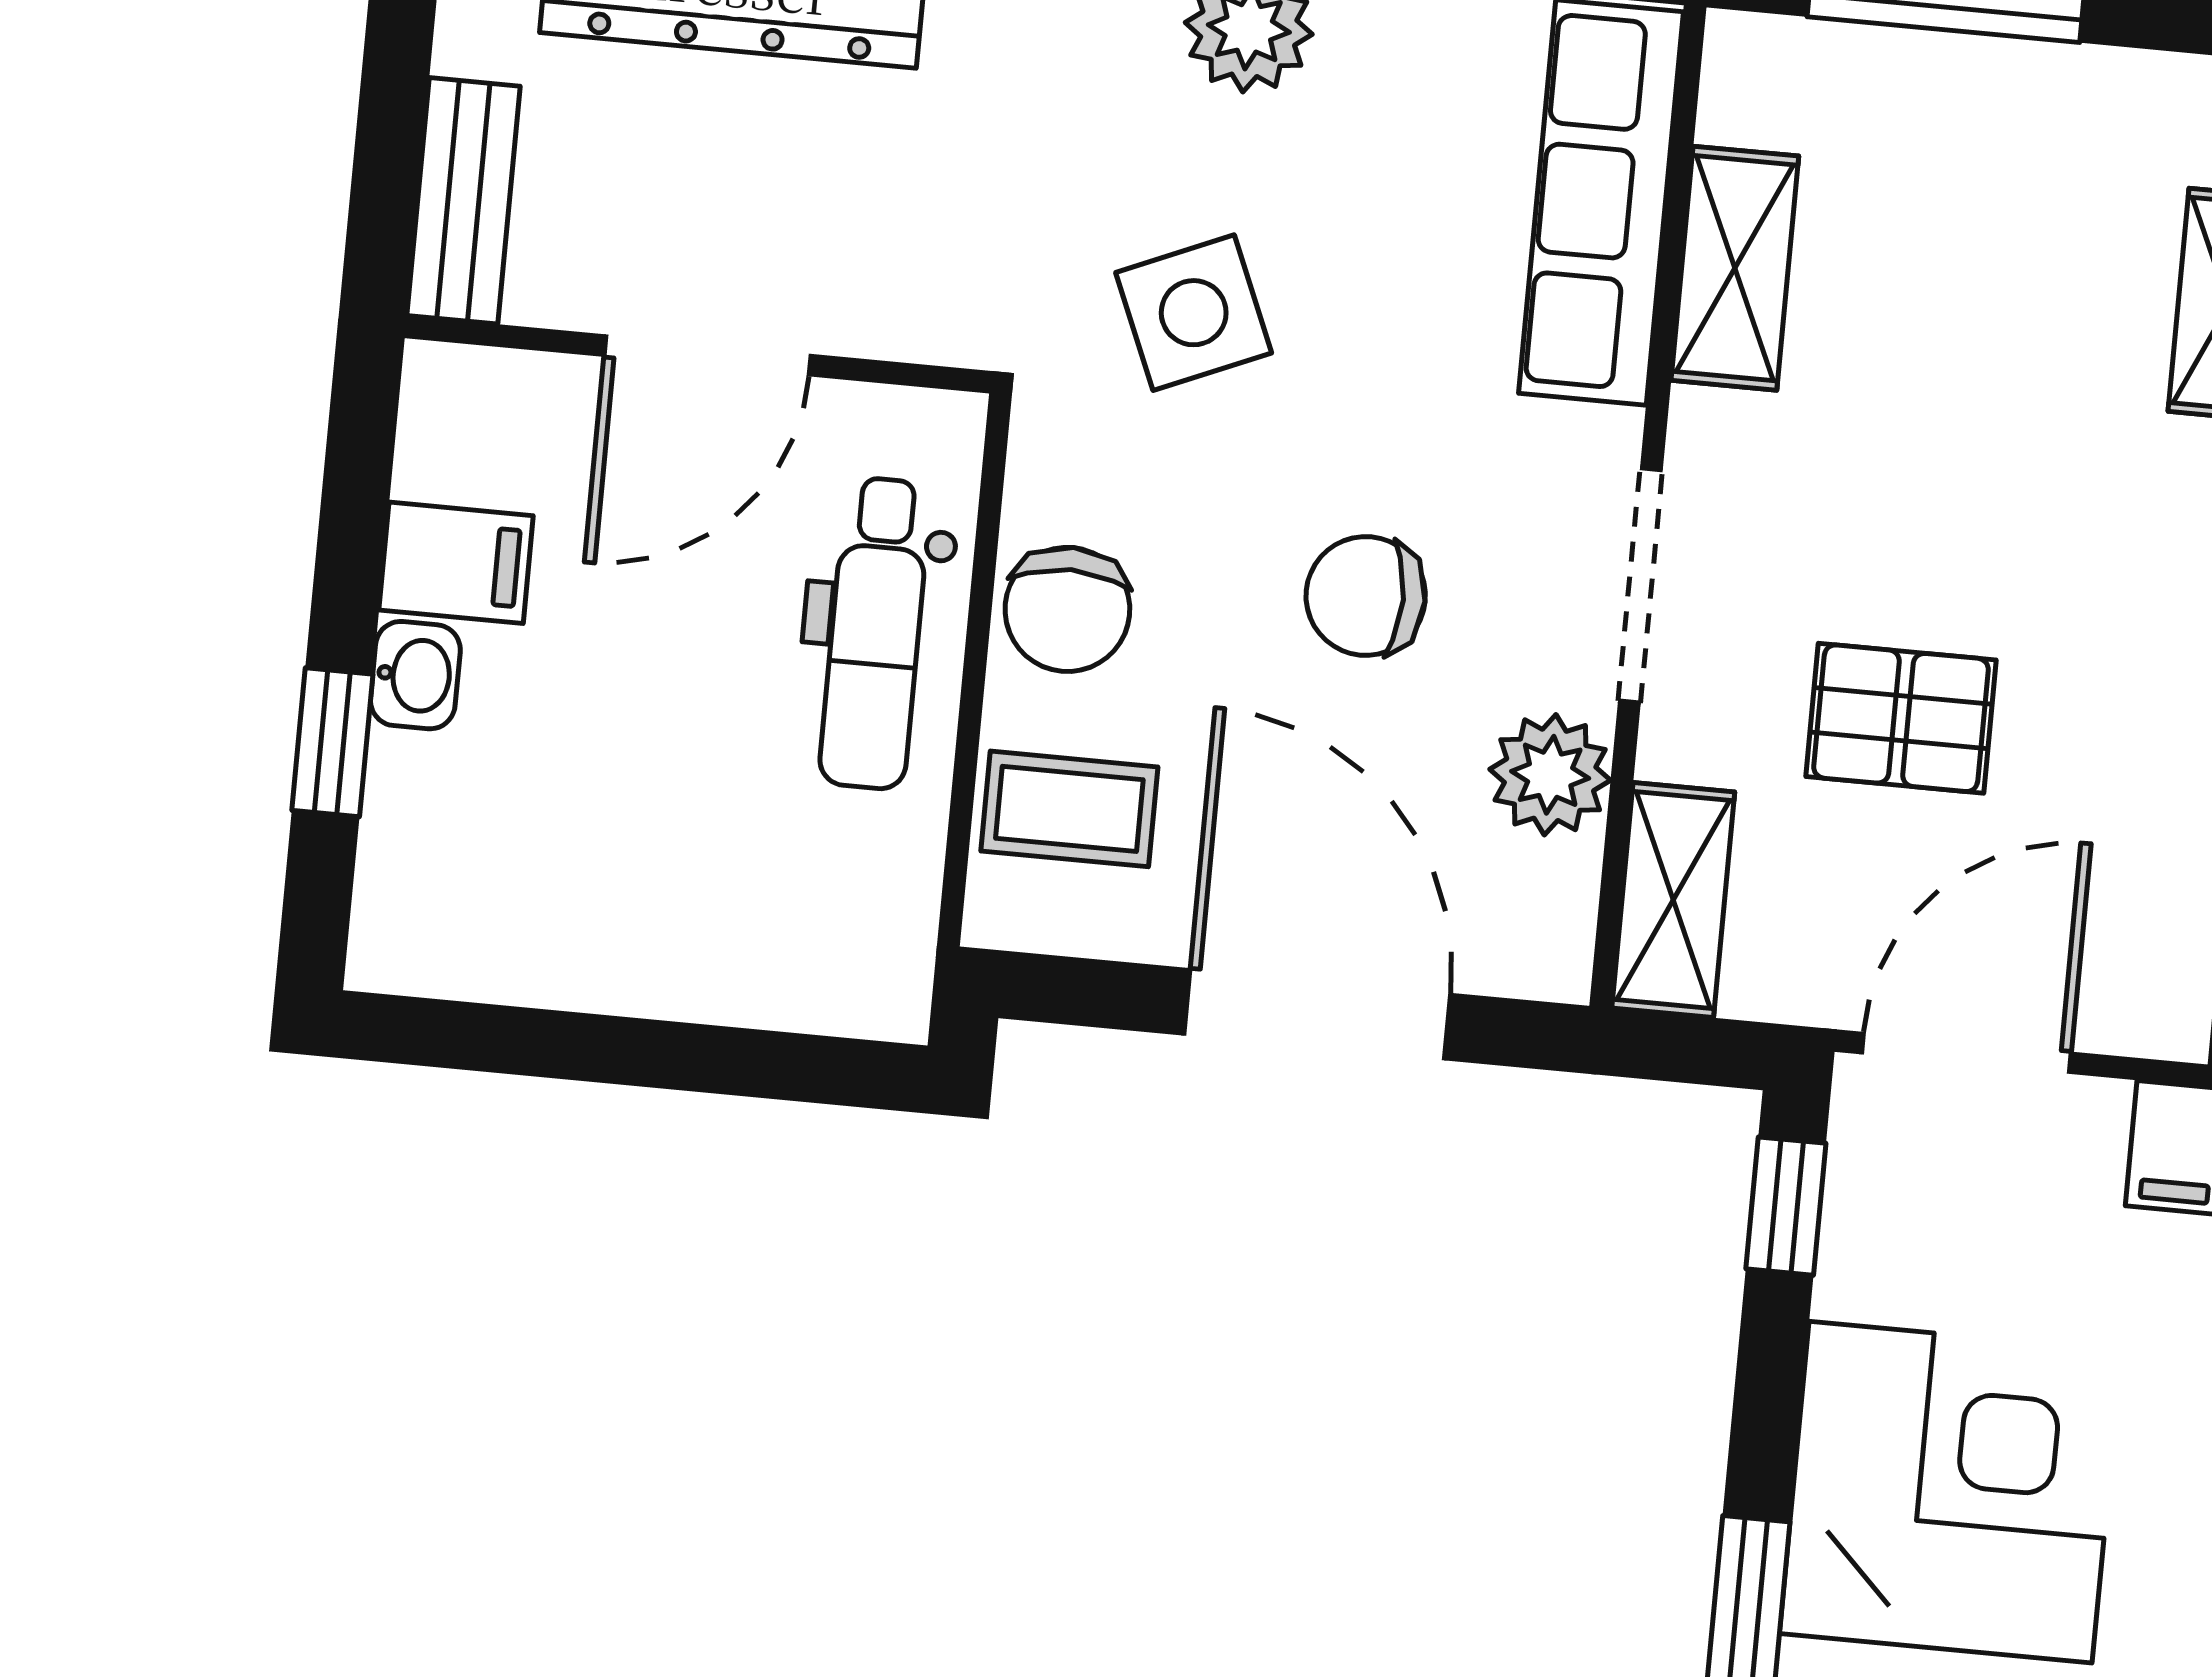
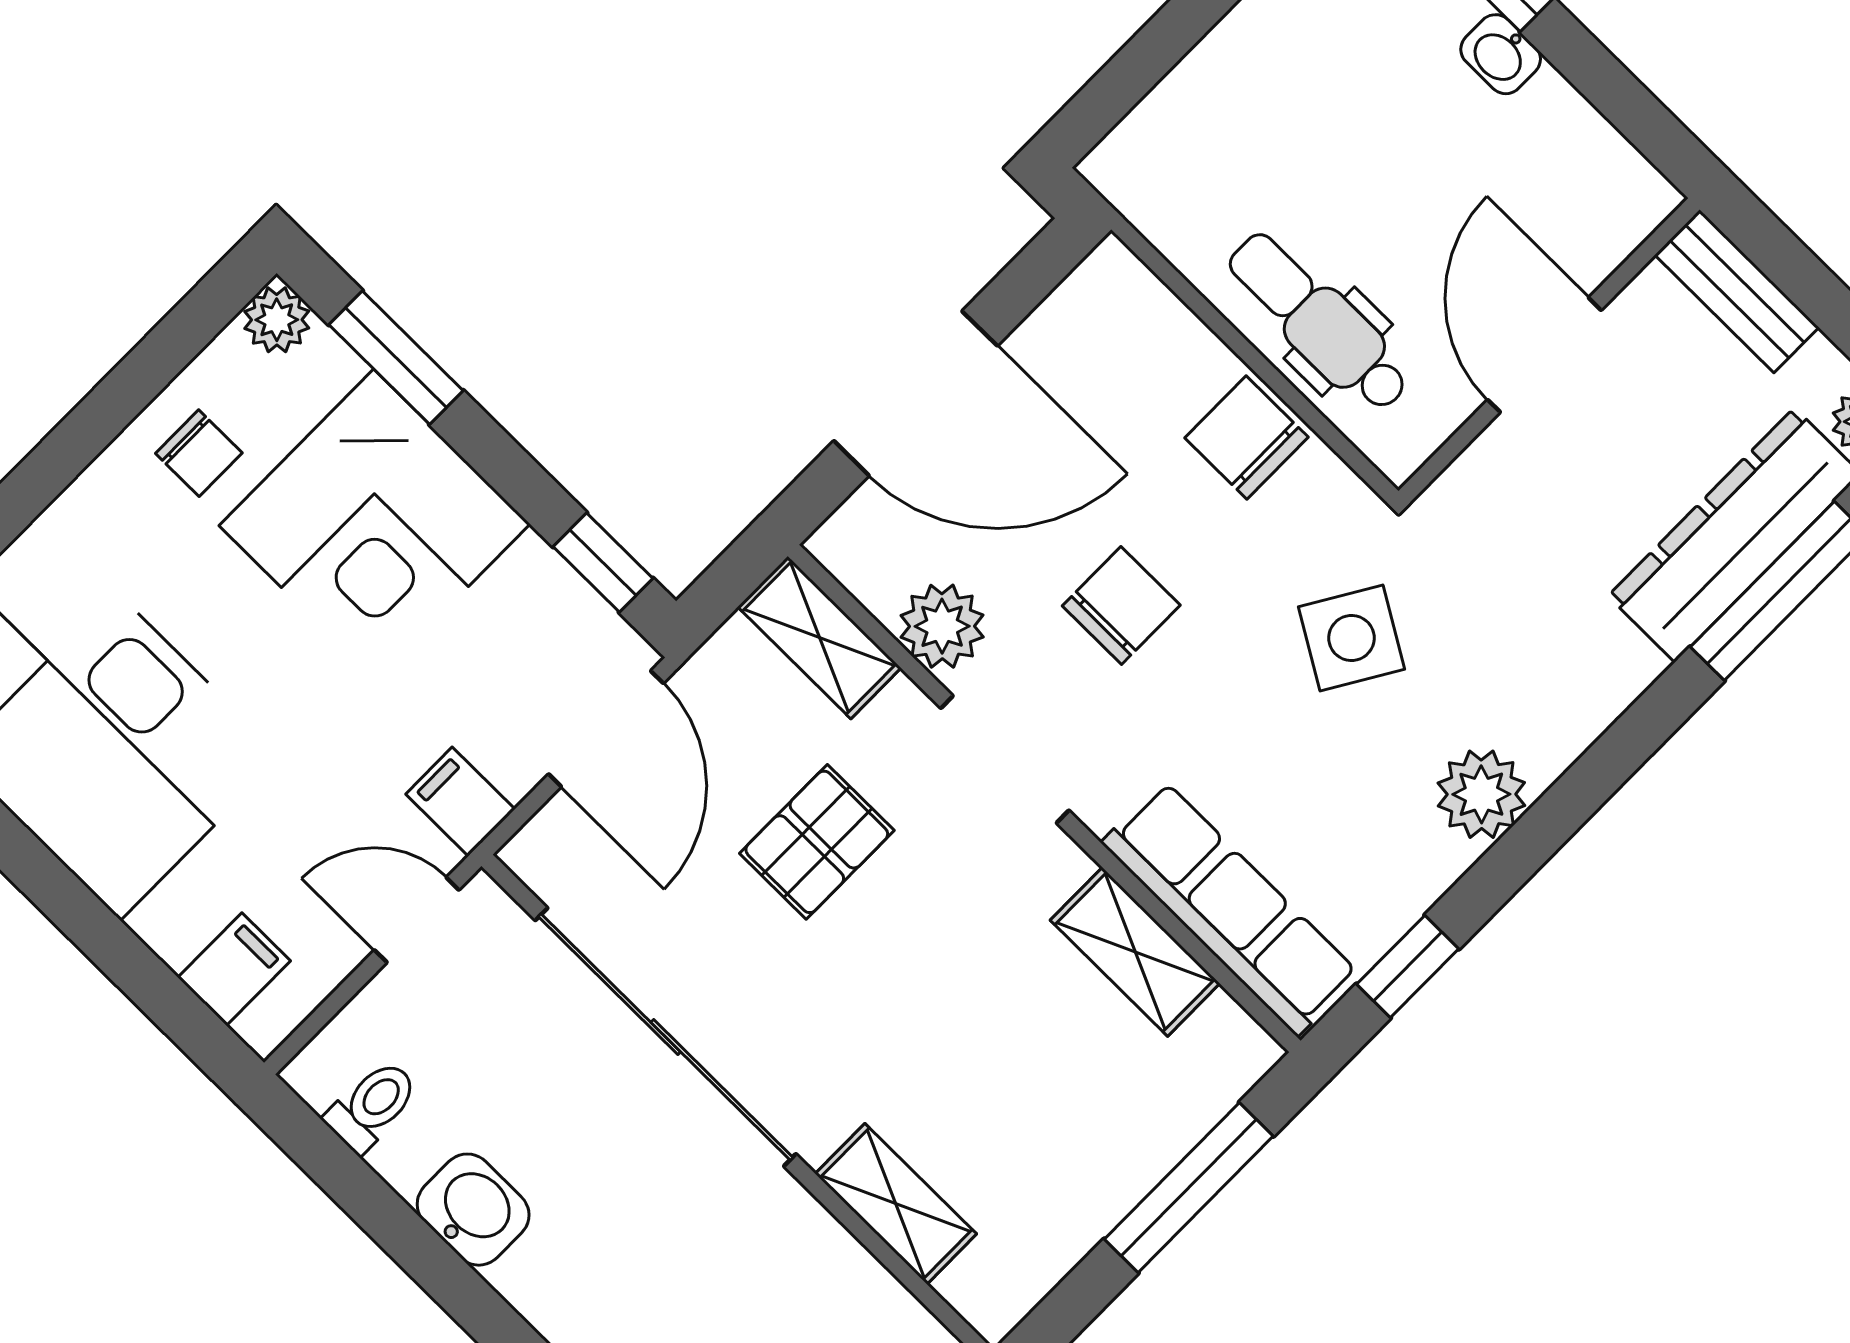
side table: (1194, 313) -> (1352, 638), turned -36
filing cabinet: (456, 563) -> (1544, 126), removed
coffee table: (1069, 809) -> (1137, 350), removed

